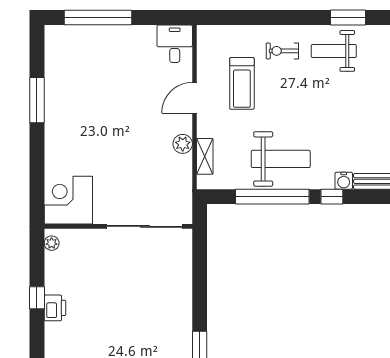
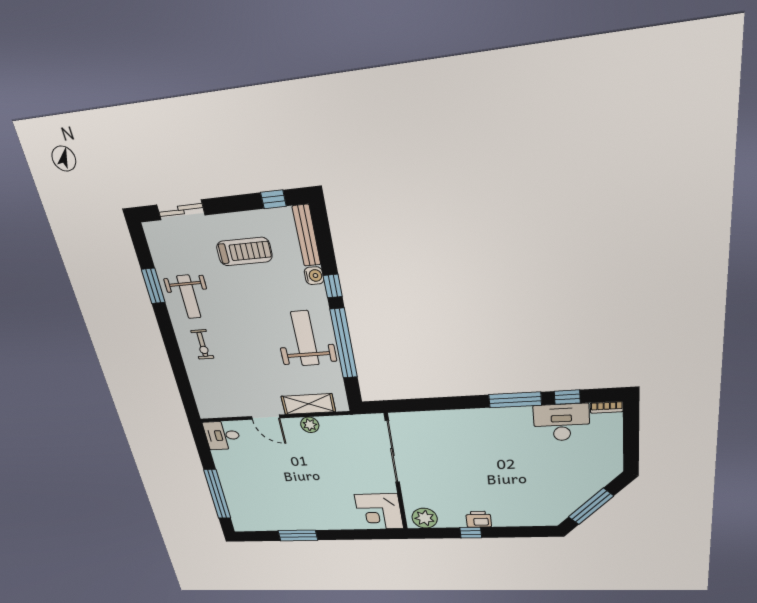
treadmill: (242, 83) -> (244, 252), moved
shelving: (205, 156) -> (308, 404), width x1.50, depth x1.33
plant: (52, 243) -> (425, 518), width x1.88, depth x1.88

